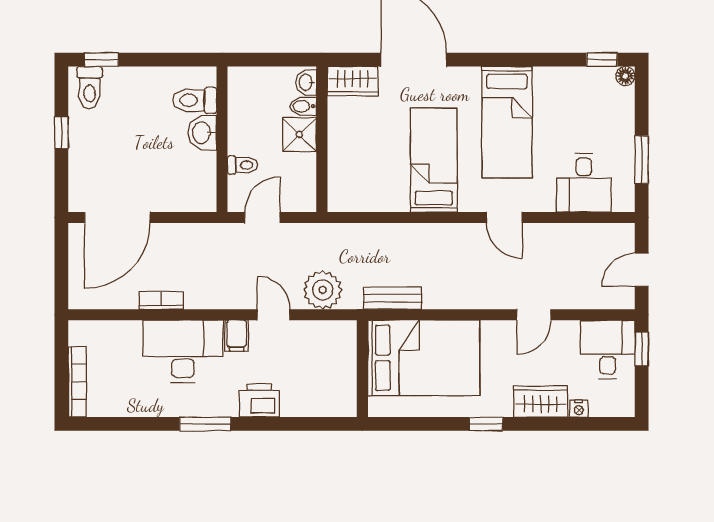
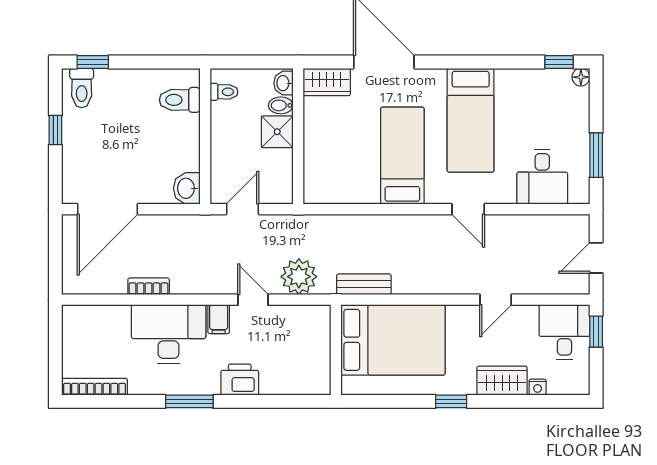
washbasin: (202, 133) -> (187, 188), moved
toilet: (242, 165) -> (224, 92), moved
bookcase: (77, 382) -> (95, 387), moved, turned -90

